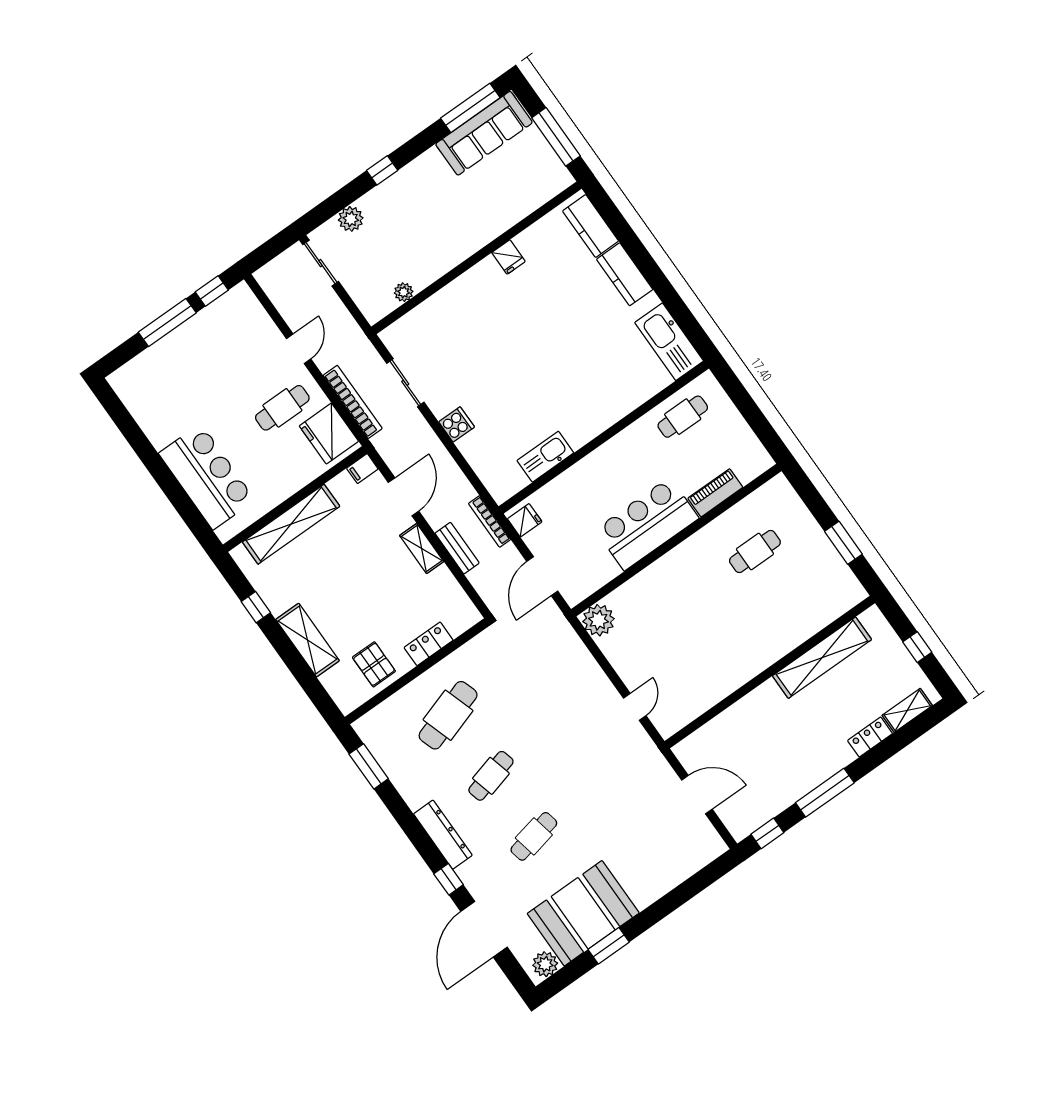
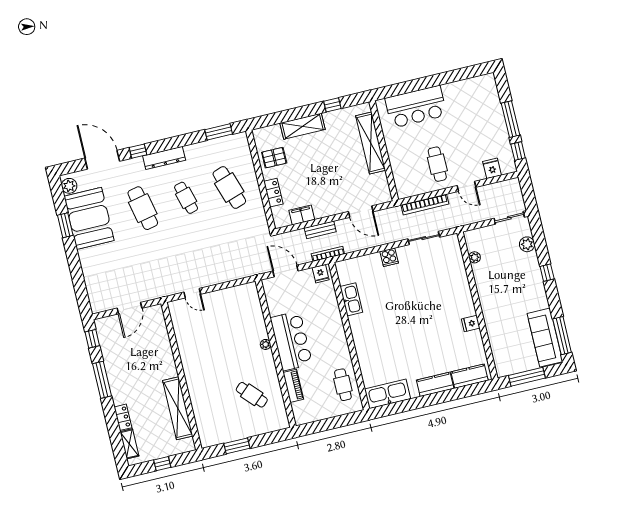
fridge: (329, 434) -> (492, 168), moved, width x0.53, depth x0.75
filing cabinet: (362, 469) -> (302, 215), moved, width x2.00
shelving: (422, 548) -> (328, 210), removed
cafe table: (755, 551) -> (252, 395), turned -43
plant: (599, 620) -> (266, 344), moved, width x0.53, depth x0.53
cafe table: (534, 836) -> (143, 208), width x1.37, depth x1.35

